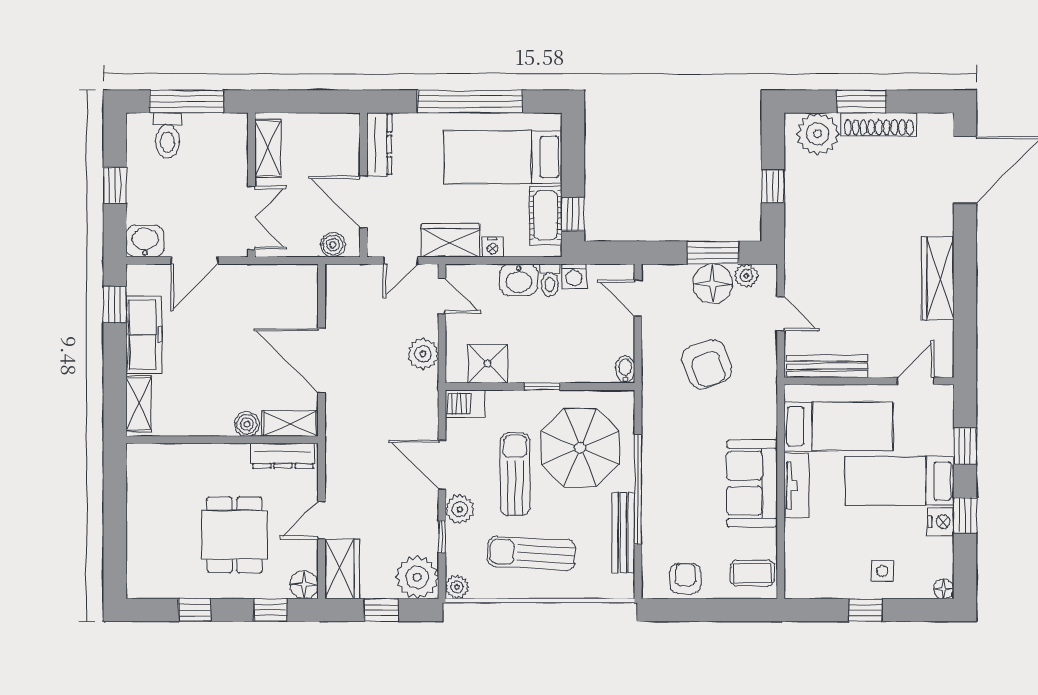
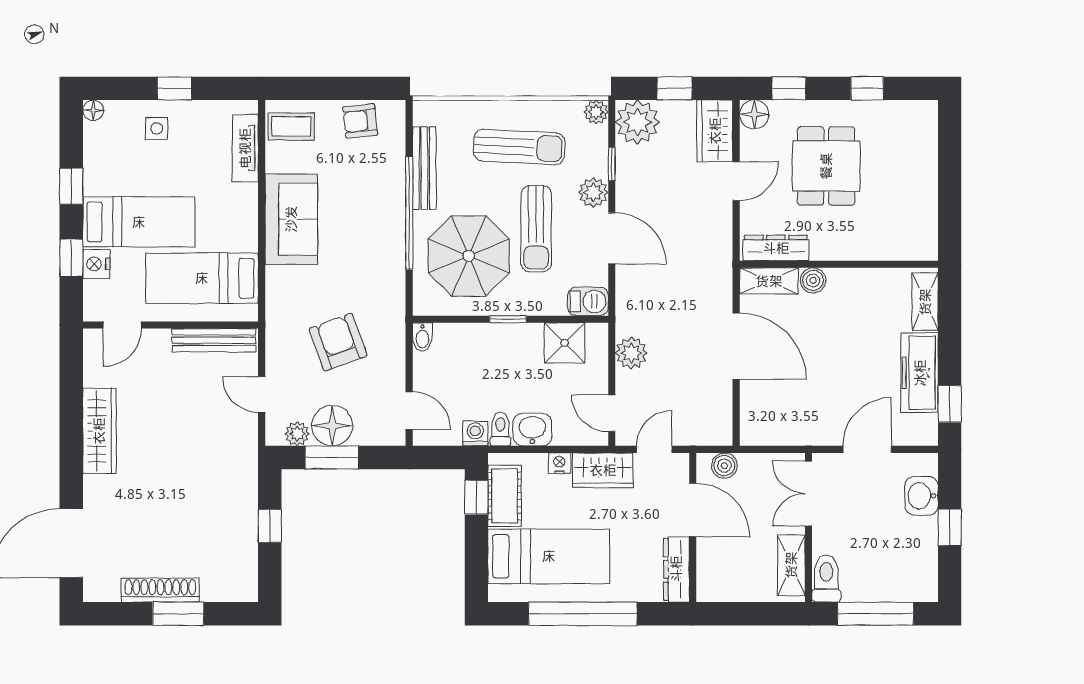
plant: (818, 134) -> (224, 580), removed
toilet: (167, 136) -> (826, 578), moved
washbasin: (145, 241) -> (922, 496), moved, turned 90
tv unit: (797, 486) -> (245, 148), moved
nightstand: (941, 522) -> (96, 264), moved
armchair: (685, 578) -> (360, 121), turned 84

